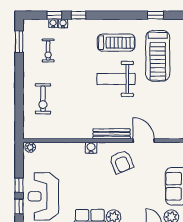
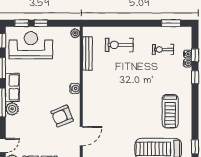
weight bench: (116, 79) -> (137, 111), removed
bench: (112, 134) -> (87, 53), moved

